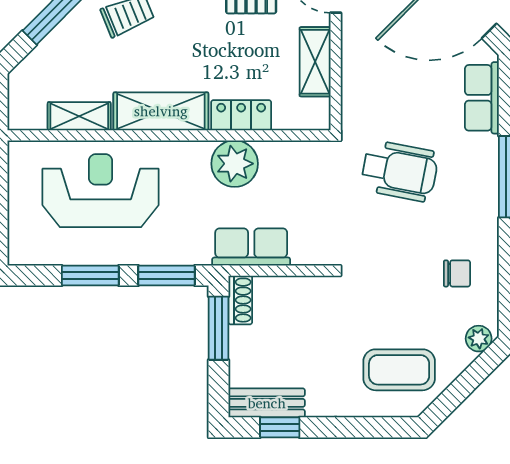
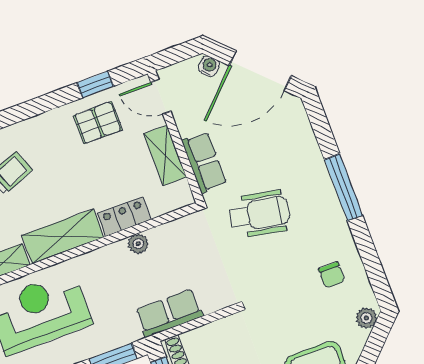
row of seats: (482, 98) -> (204, 162), moved, turned 180
plant: (235, 164) -> (138, 244), width x0.53, depth x0.53
chair: (457, 273) -> (332, 275), turned 90

